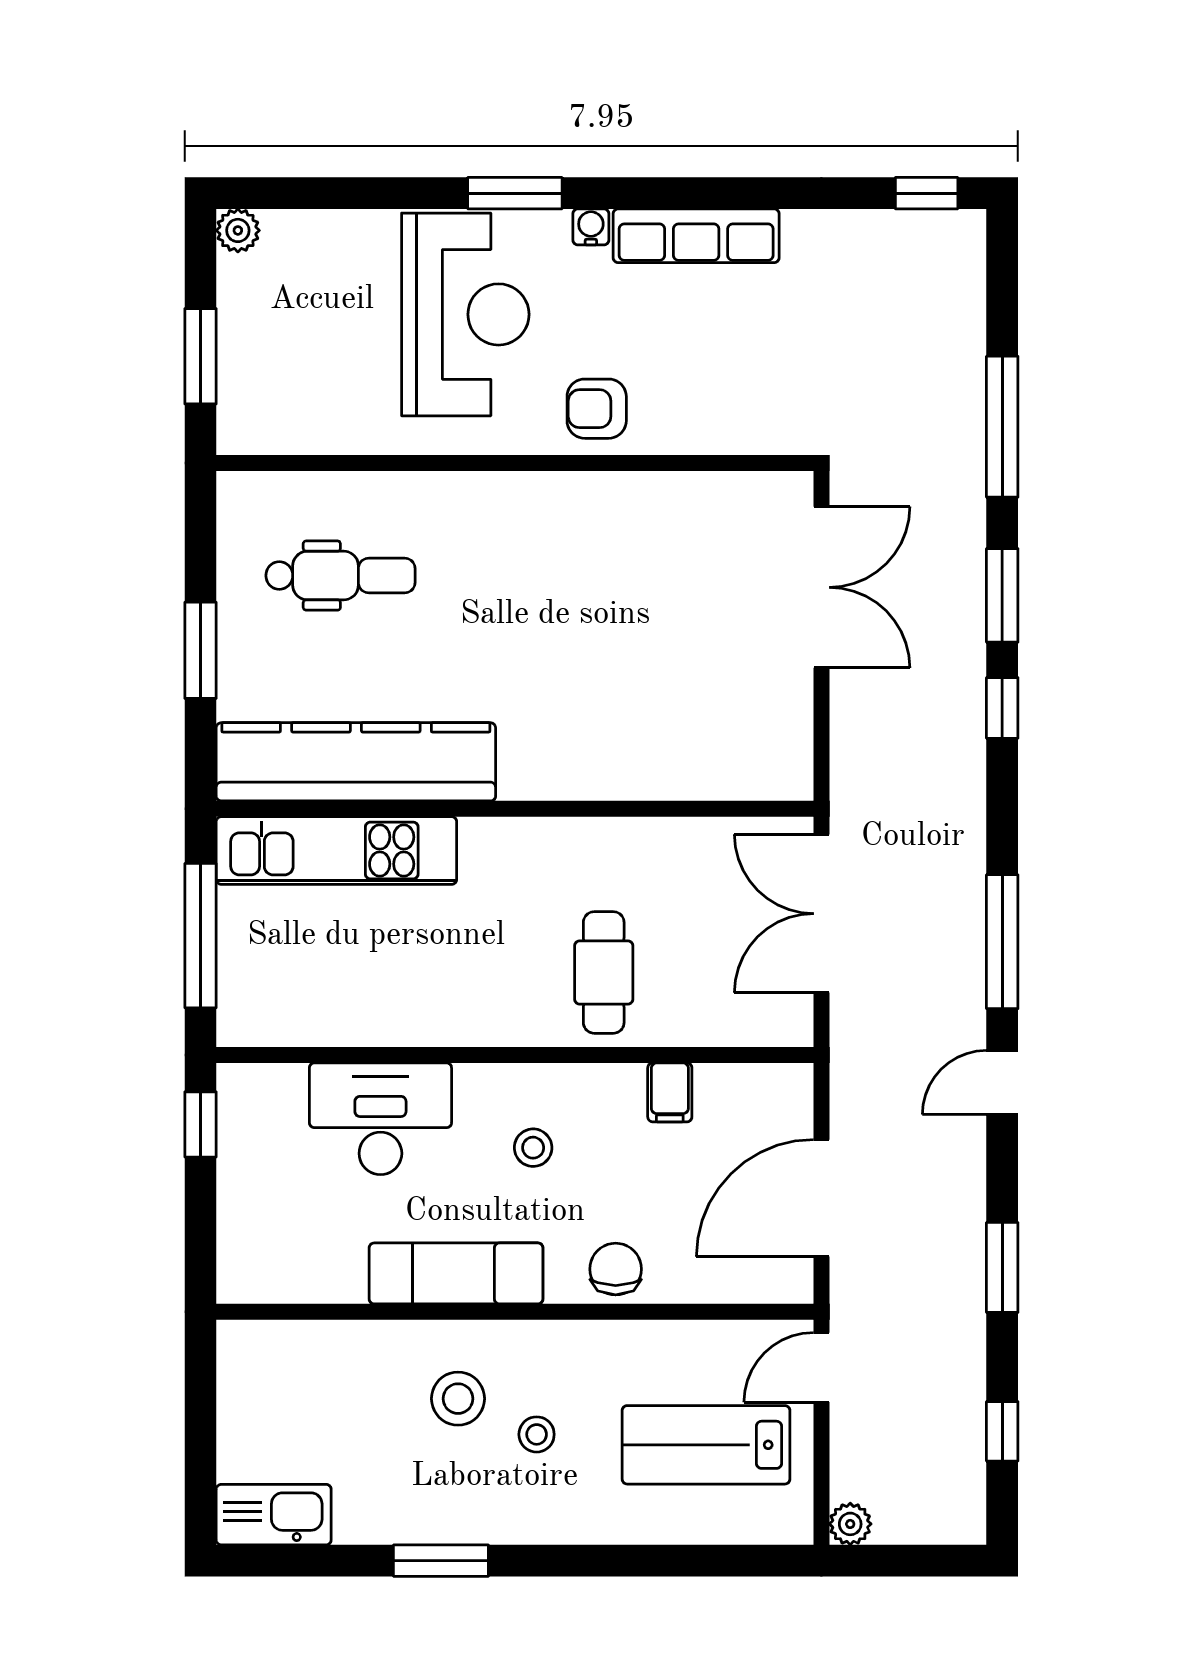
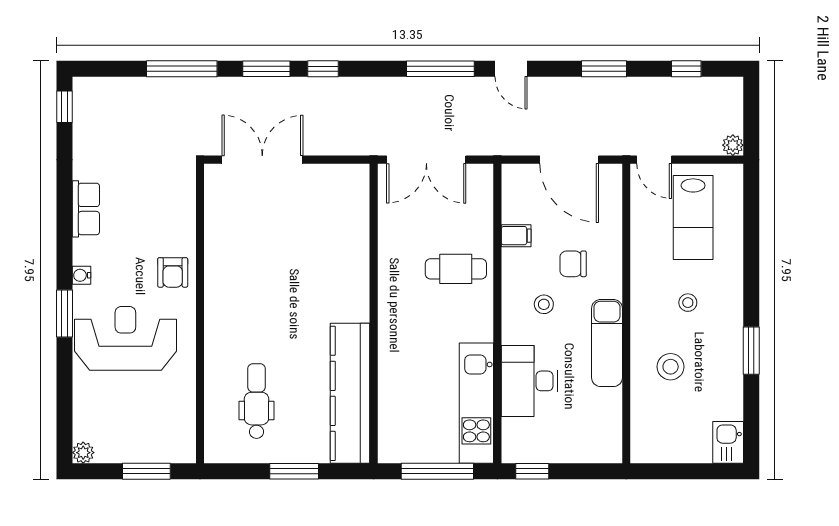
row of seats: (696, 236) -> (86, 209), width x0.68
kitchen unit: (336, 850) -> (476, 403), moved, turned 180
chair: (616, 1269) -> (573, 264), moved
stool: (458, 1399) -> (671, 367), moved
kitchen sink: (274, 1515) -> (728, 442), width x0.73

